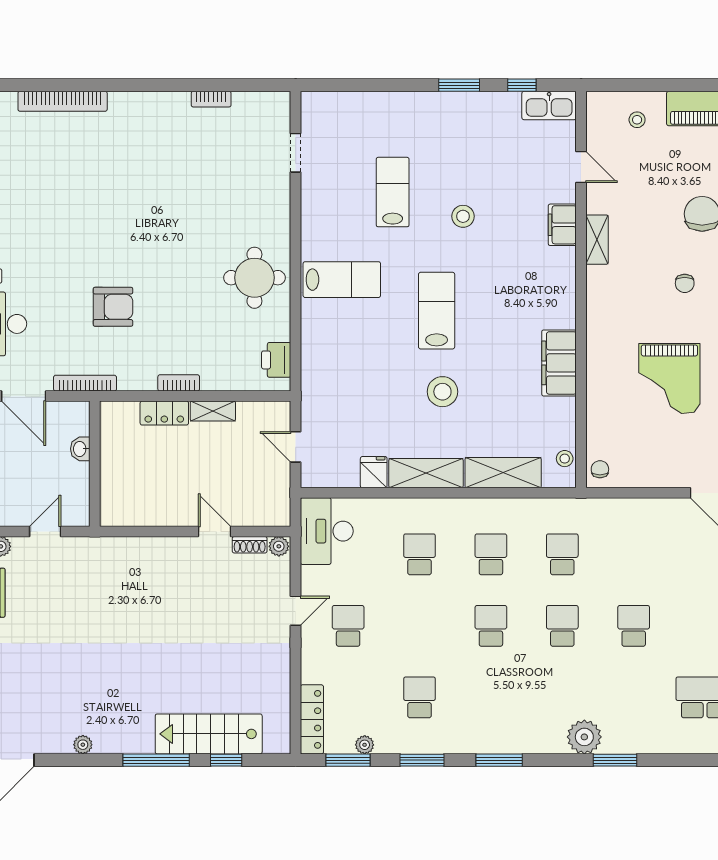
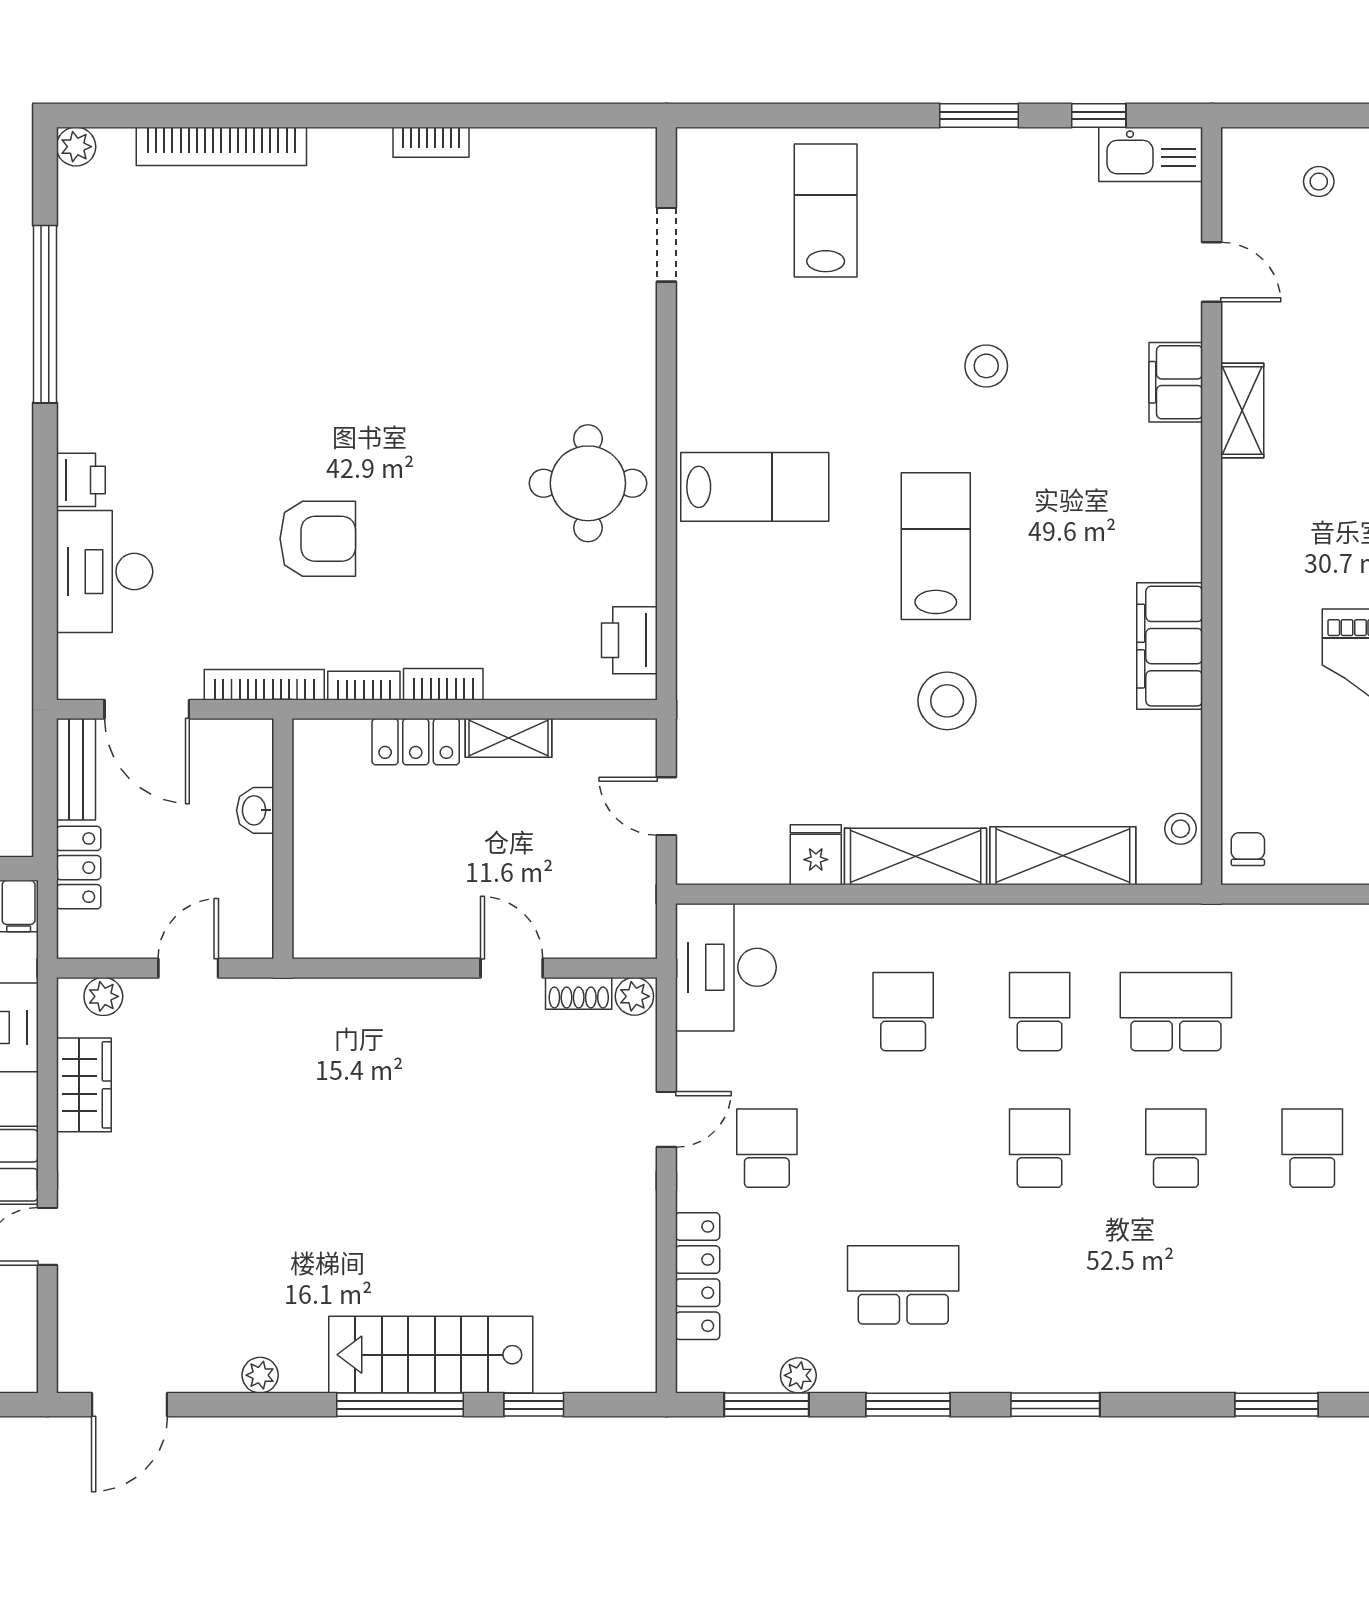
bookcase: (211, 99) -> (431, 142), moved
lab bench: (393, 192) -> (826, 211), moved
bookcase: (137, 384) -> (364, 686), added
school desk: (562, 554) -> (1176, 1012), width x1.85
school desk: (419, 697) -> (903, 1285), width x1.85
locker: (312, 719) -> (698, 1276), moved
stairs: (209, 734) -> (431, 1355), moved
plant: (584, 737) -> (1218, 1360), removed

